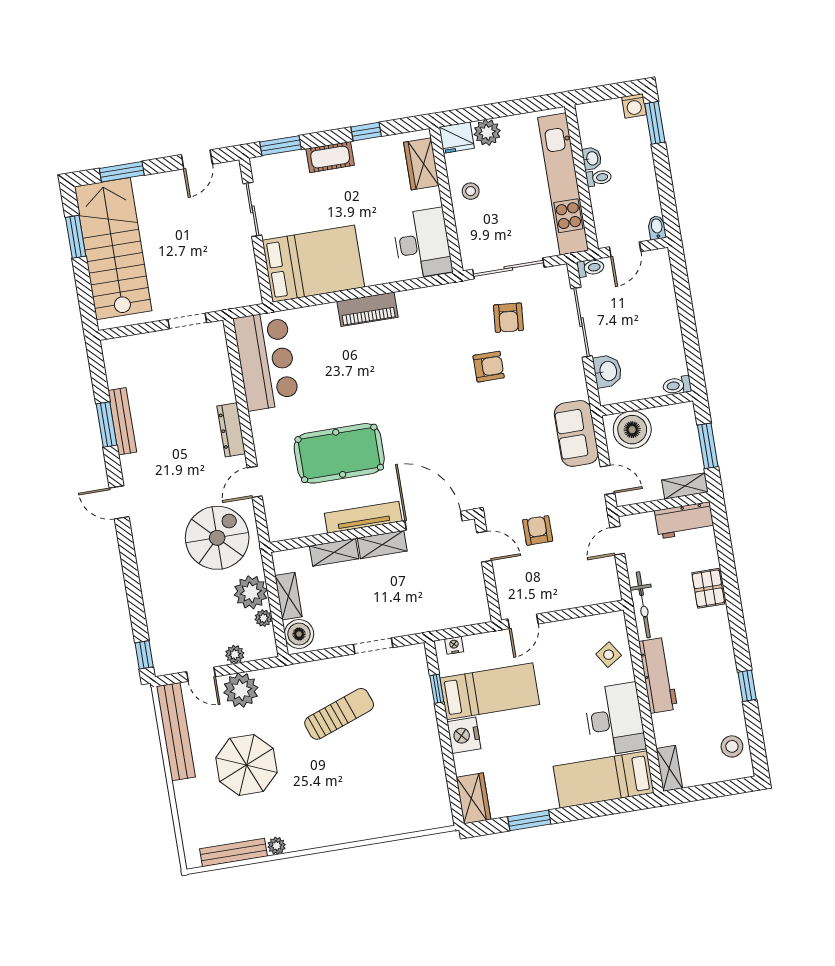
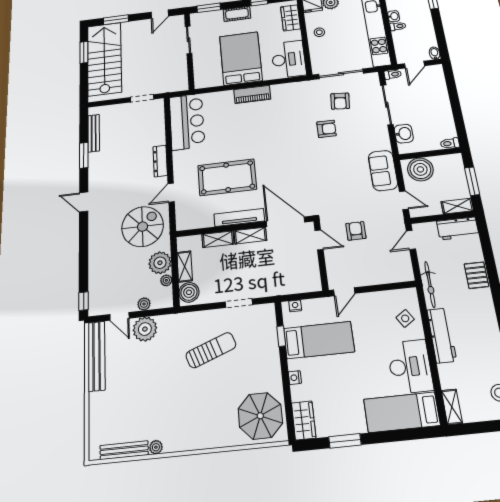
bed: (313, 264) -> (241, 58), moved, turned -90
bench: (122, 421) -> (94, 133), moved
nightstand: (464, 735) -> (295, 378), width x0.53, depth x0.56
parasol: (246, 765) -> (260, 416), moved

